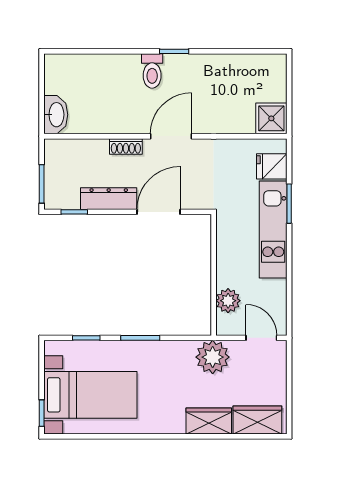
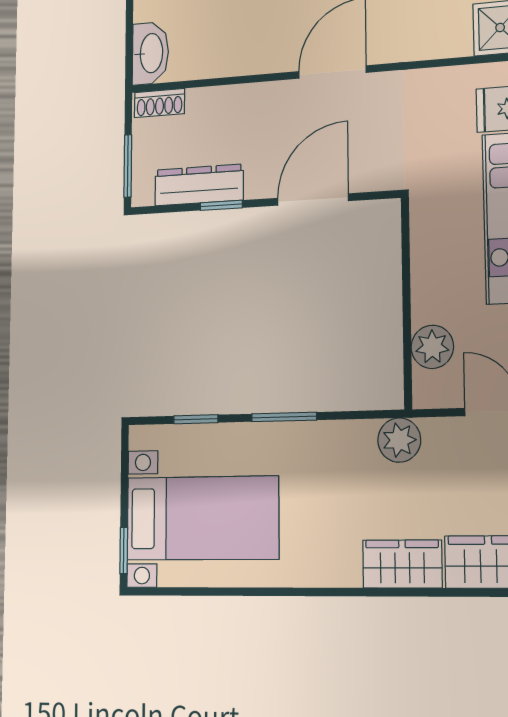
shoe rack: (126, 146) -> (159, 103), moved
dresser: (109, 199) -> (199, 185), moved
window: (74, 212) -> (221, 205), moved
plant: (213, 357) -> (399, 440), width x0.73, depth x0.73

